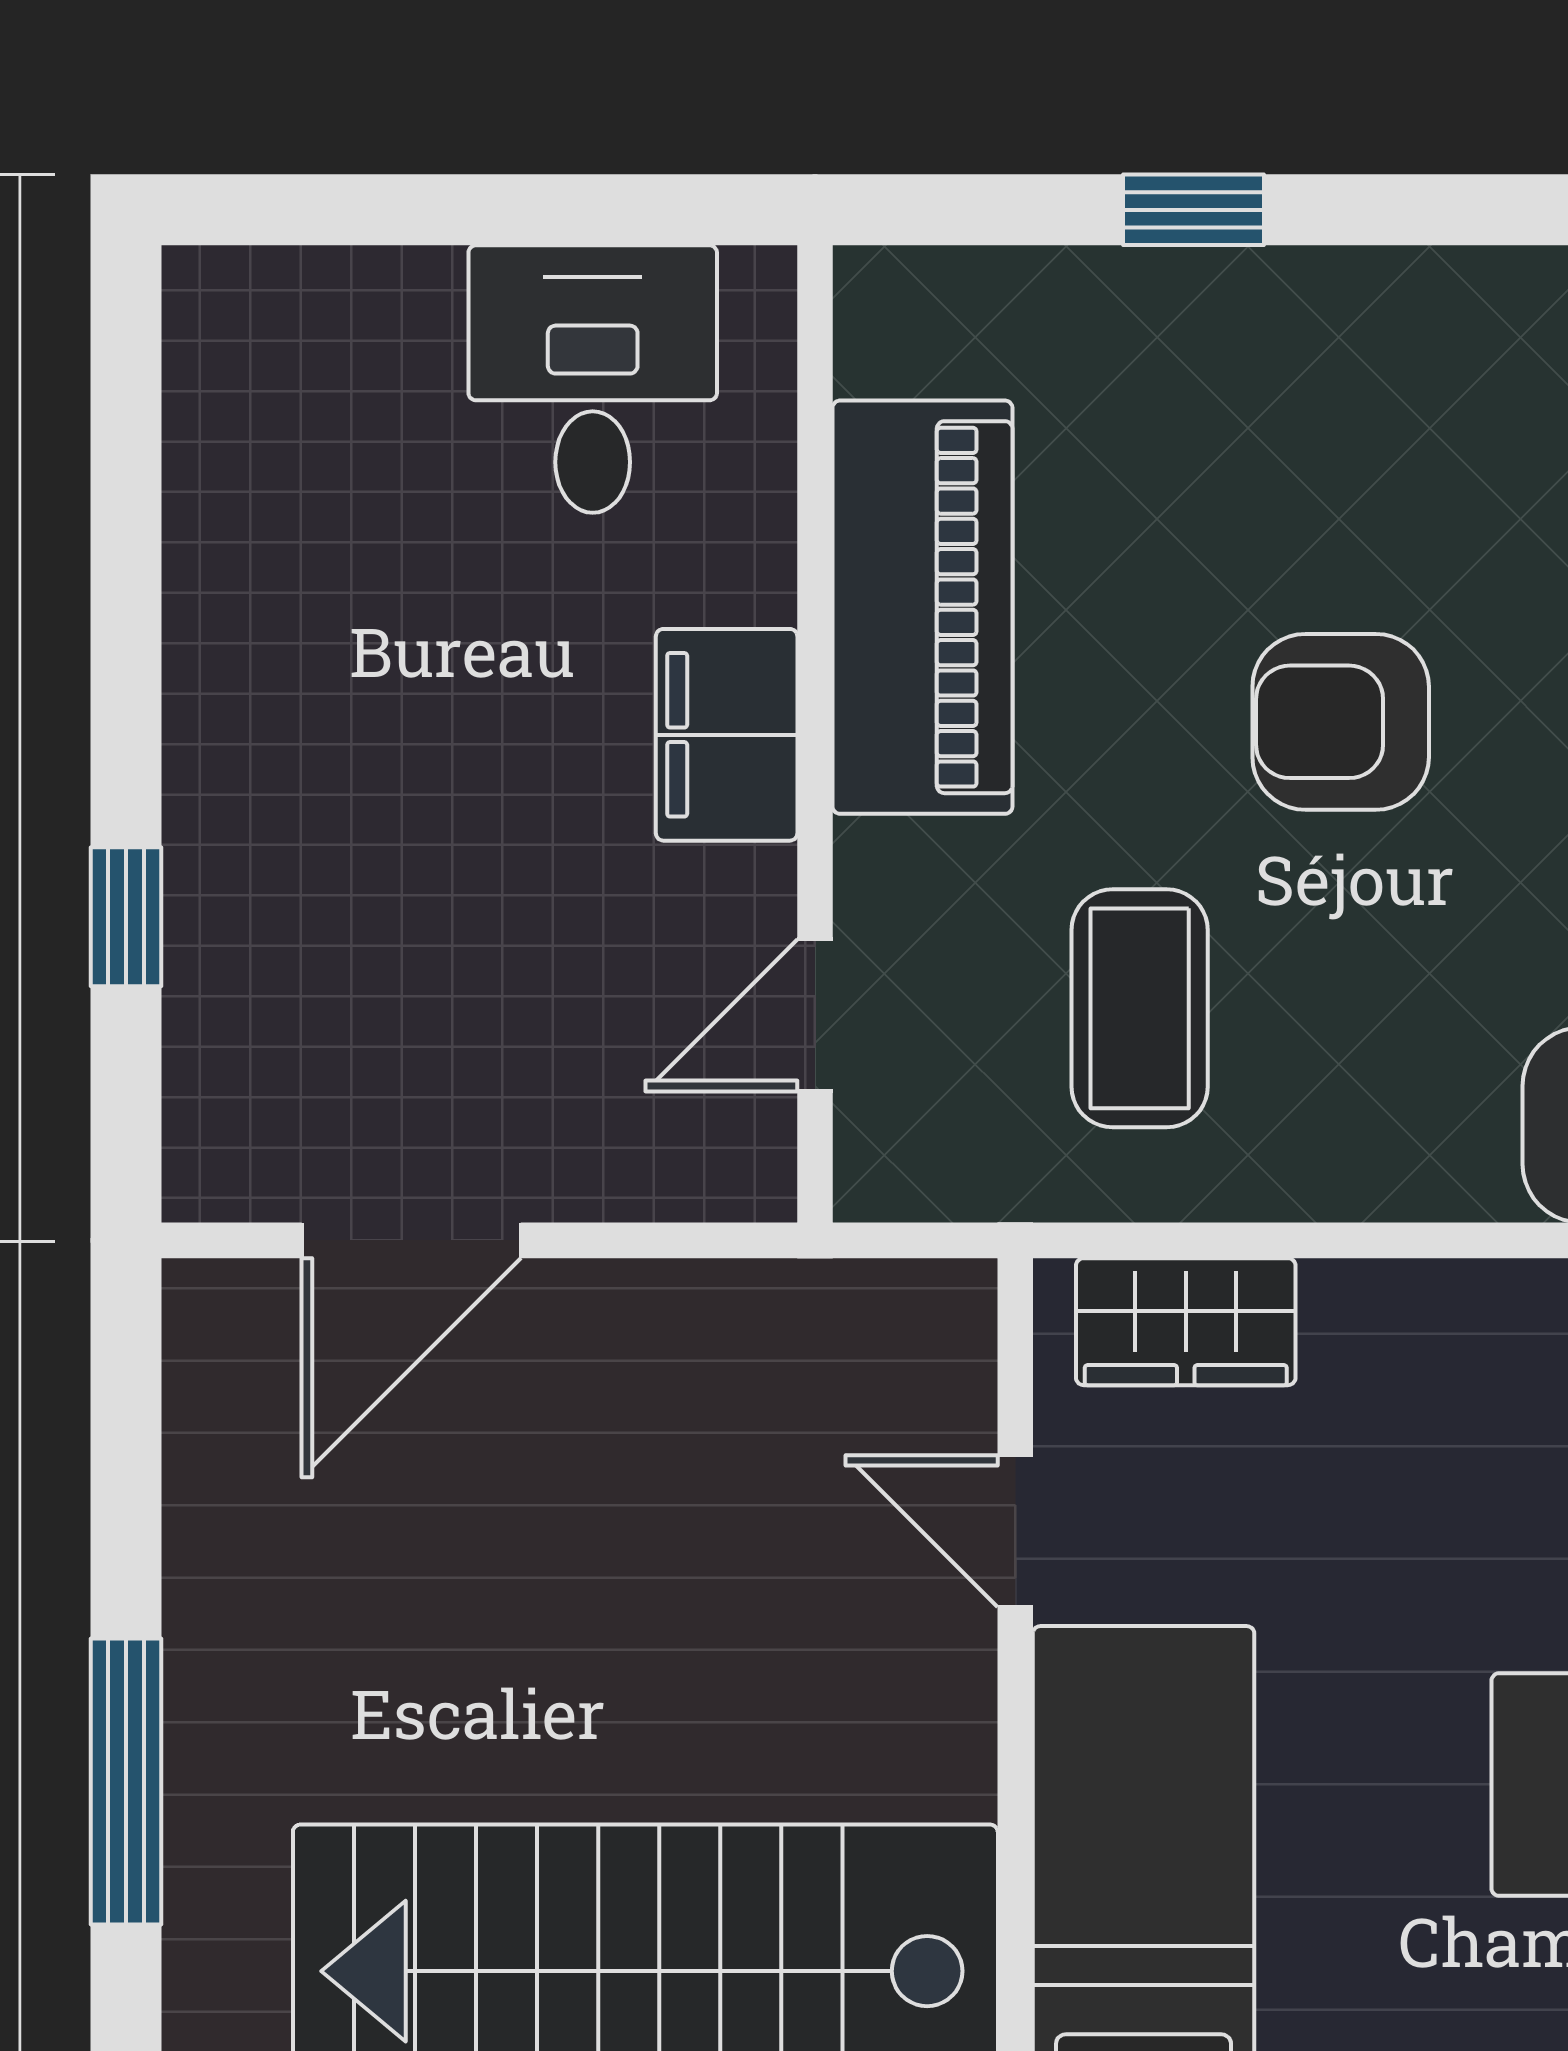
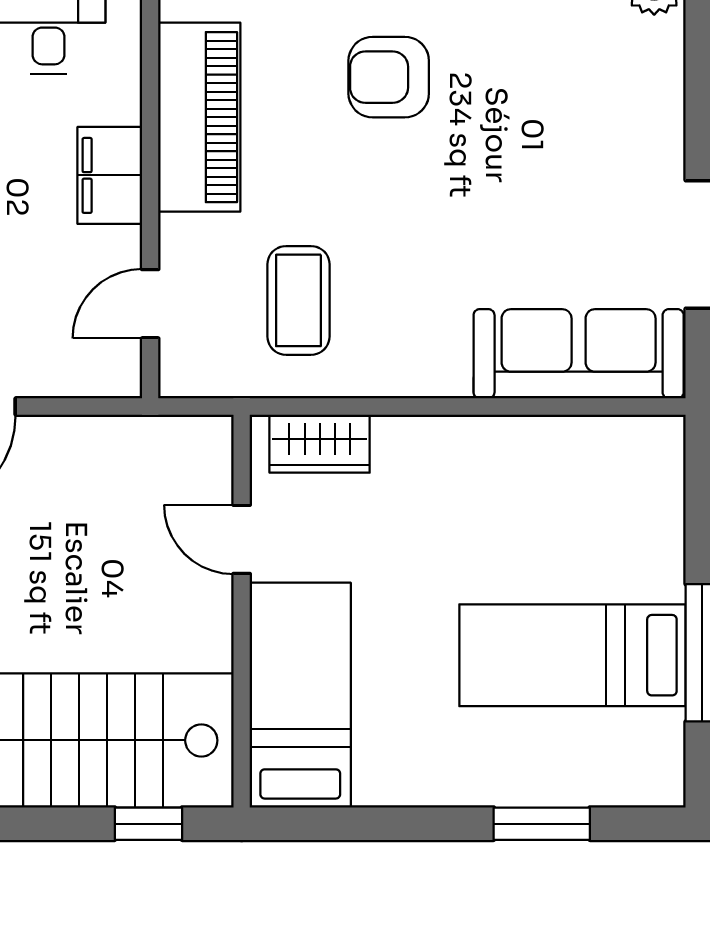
armchair: (1341, 722) -> (389, 77), moved

